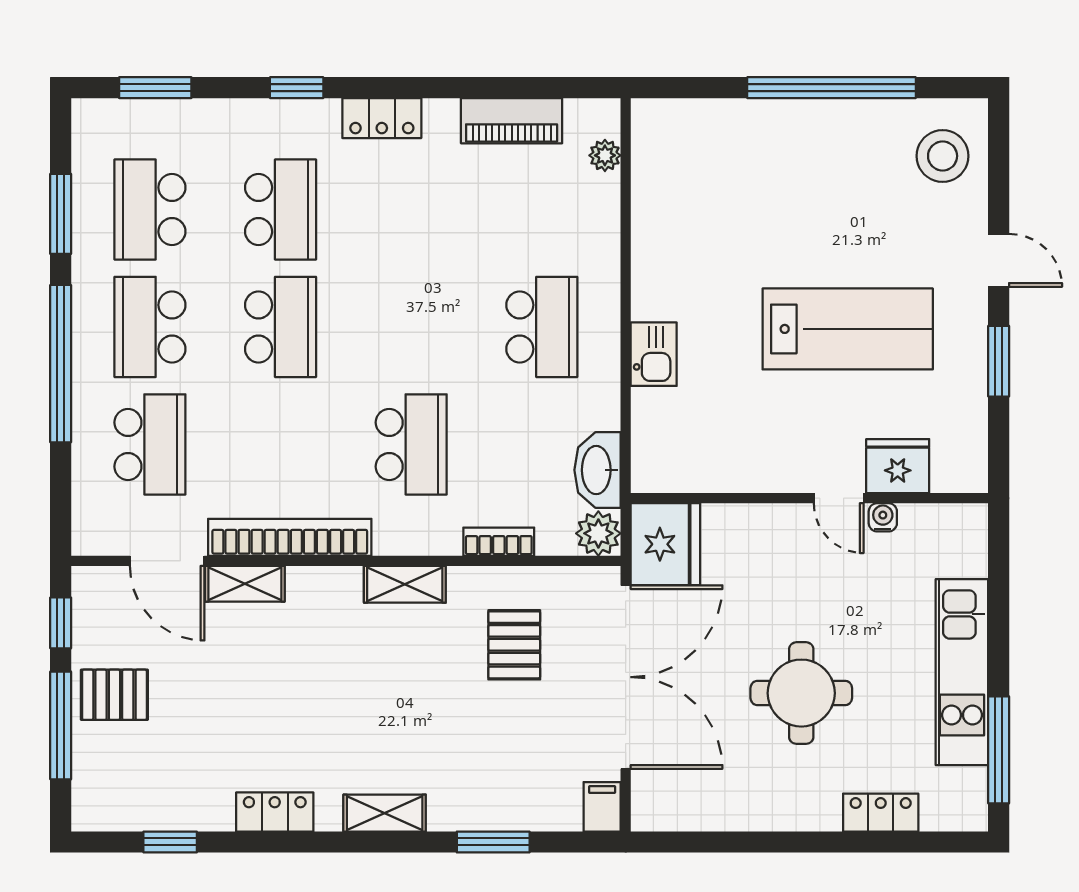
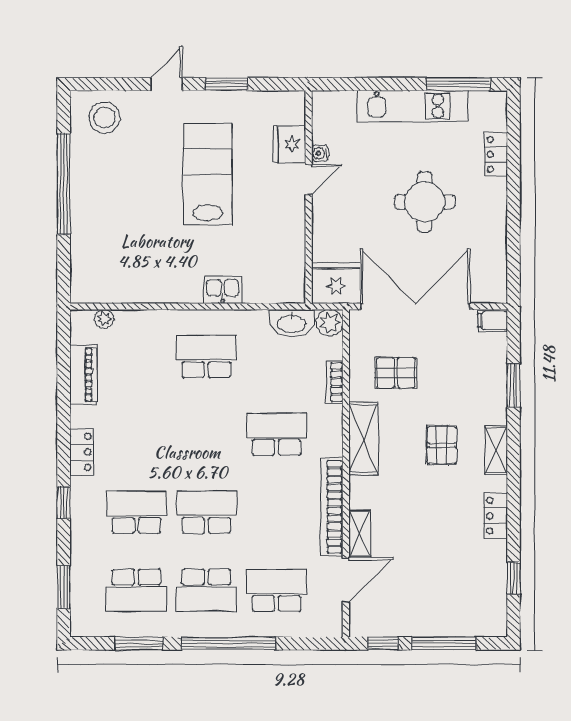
shelving: (405, 584) -> (363, 438), width x1.50, depth x1.33
pallet: (114, 695) -> (442, 445), moved

